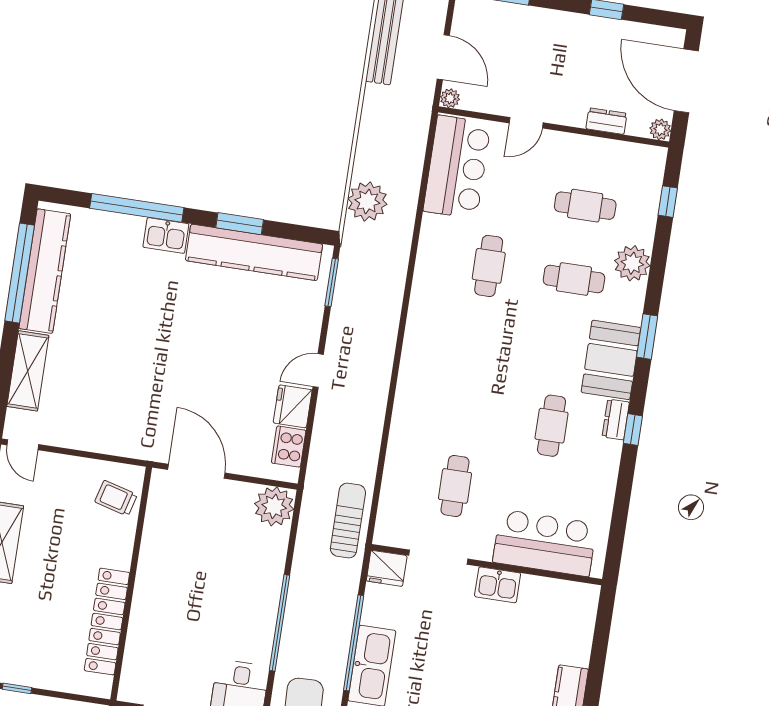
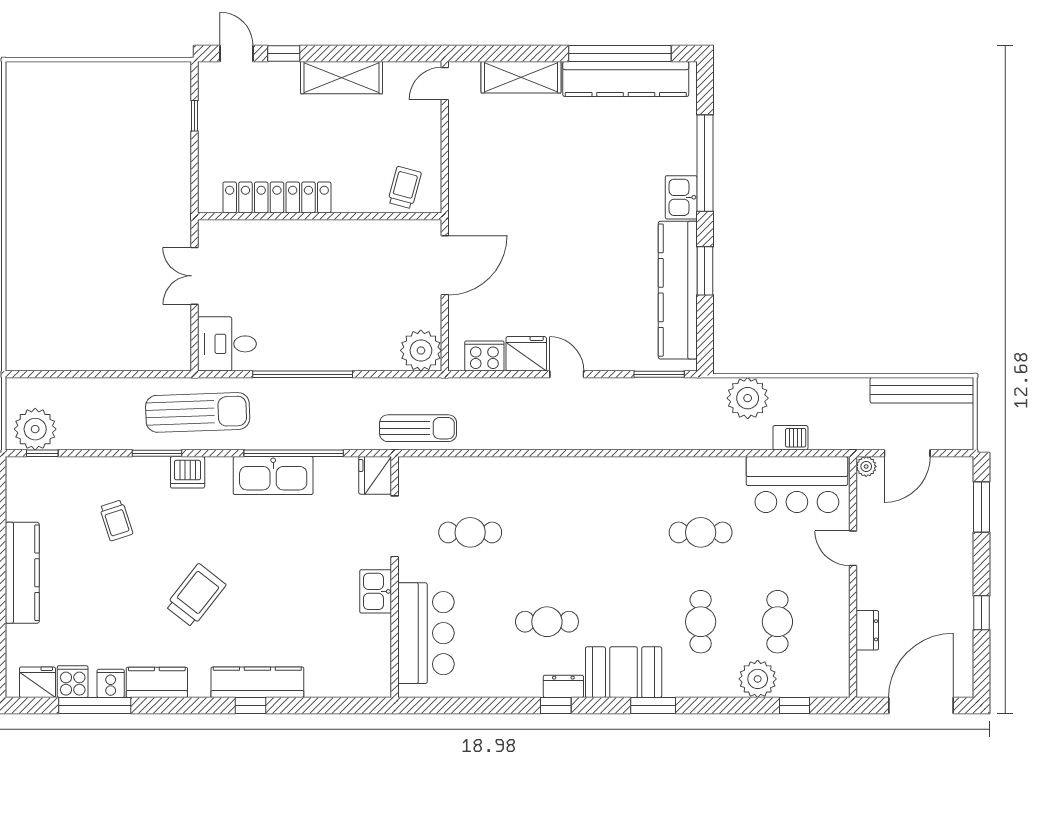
plant: (660, 129) -> (867, 687), removed
barbecue: (411, 166) -> (790, 438), added
plant: (632, 263) -> (758, 679), moved

